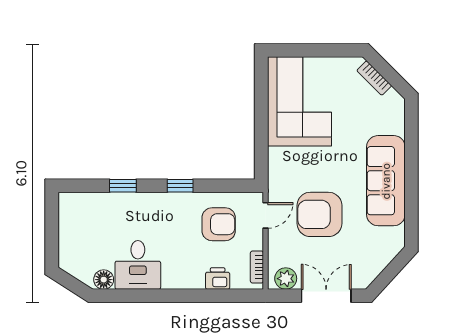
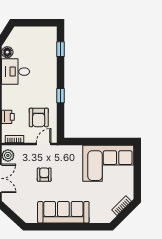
window: (123, 186) -> (60, 49), moved
armchair: (319, 214) -> (44, 175), width x0.53, depth x0.53
door: (265, 215) -> (44, 144), swing flipped

